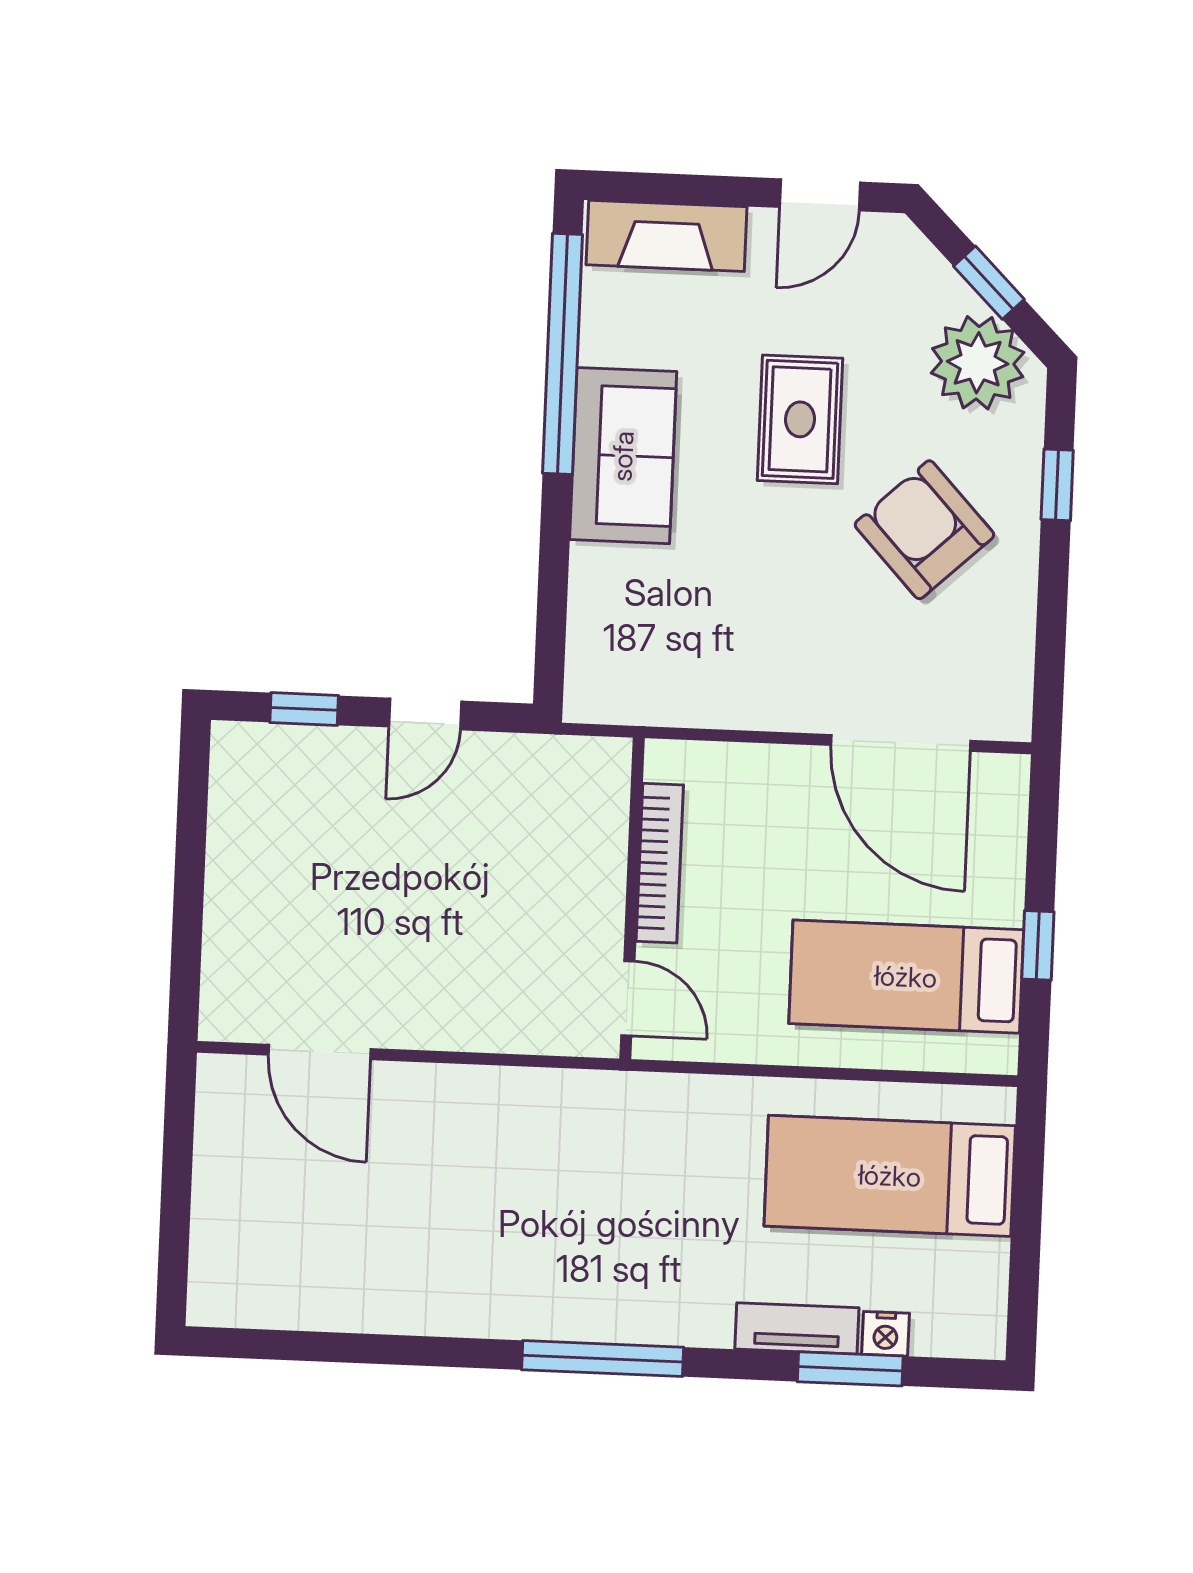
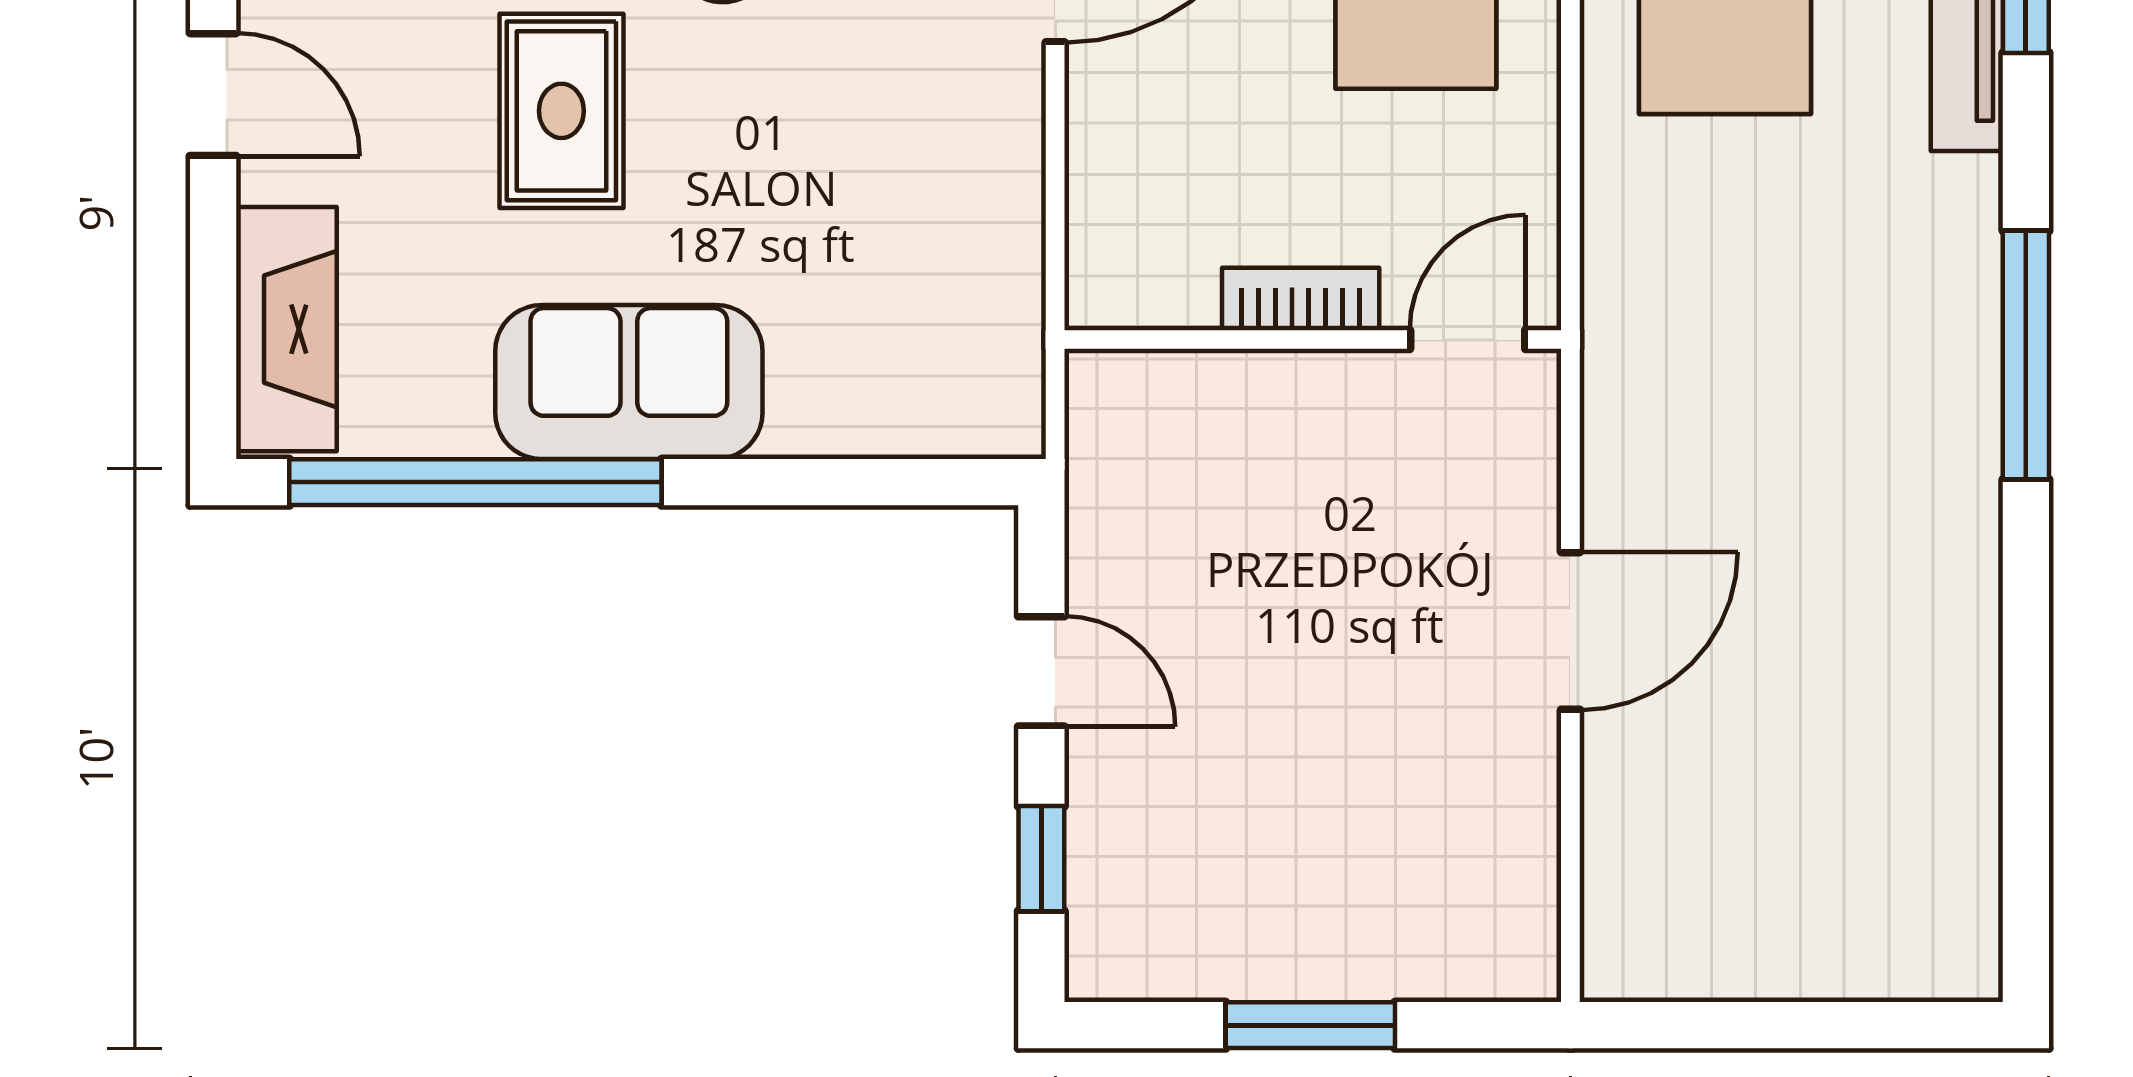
rug: (800, 419) -> (561, 111), turned 90
bookcase: (660, 863) -> (1301, 299), width x0.64
window: (189, 878) -> (1310, 1025), added
door: (320, 1052) -> (1570, 631), moved

